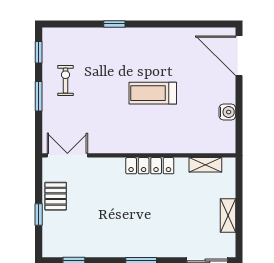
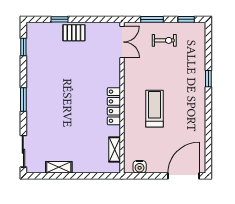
double door: (67, 155) -> (122, 42), moved
wall: (139, 155) -> (122, 98), moved
shelving: (205, 165) -> (115, 150), moved
locker: (150, 166) -> (114, 106), moved

